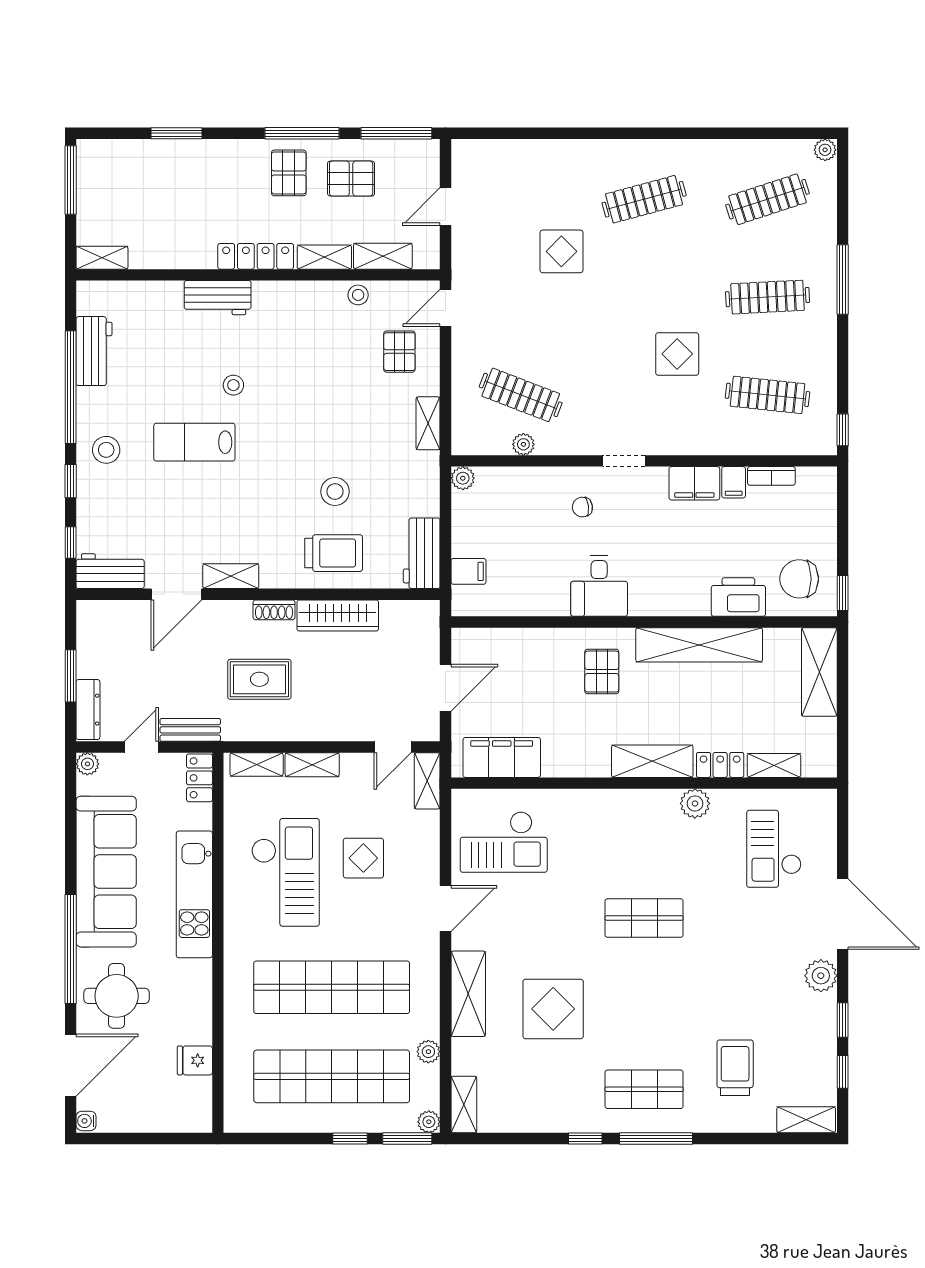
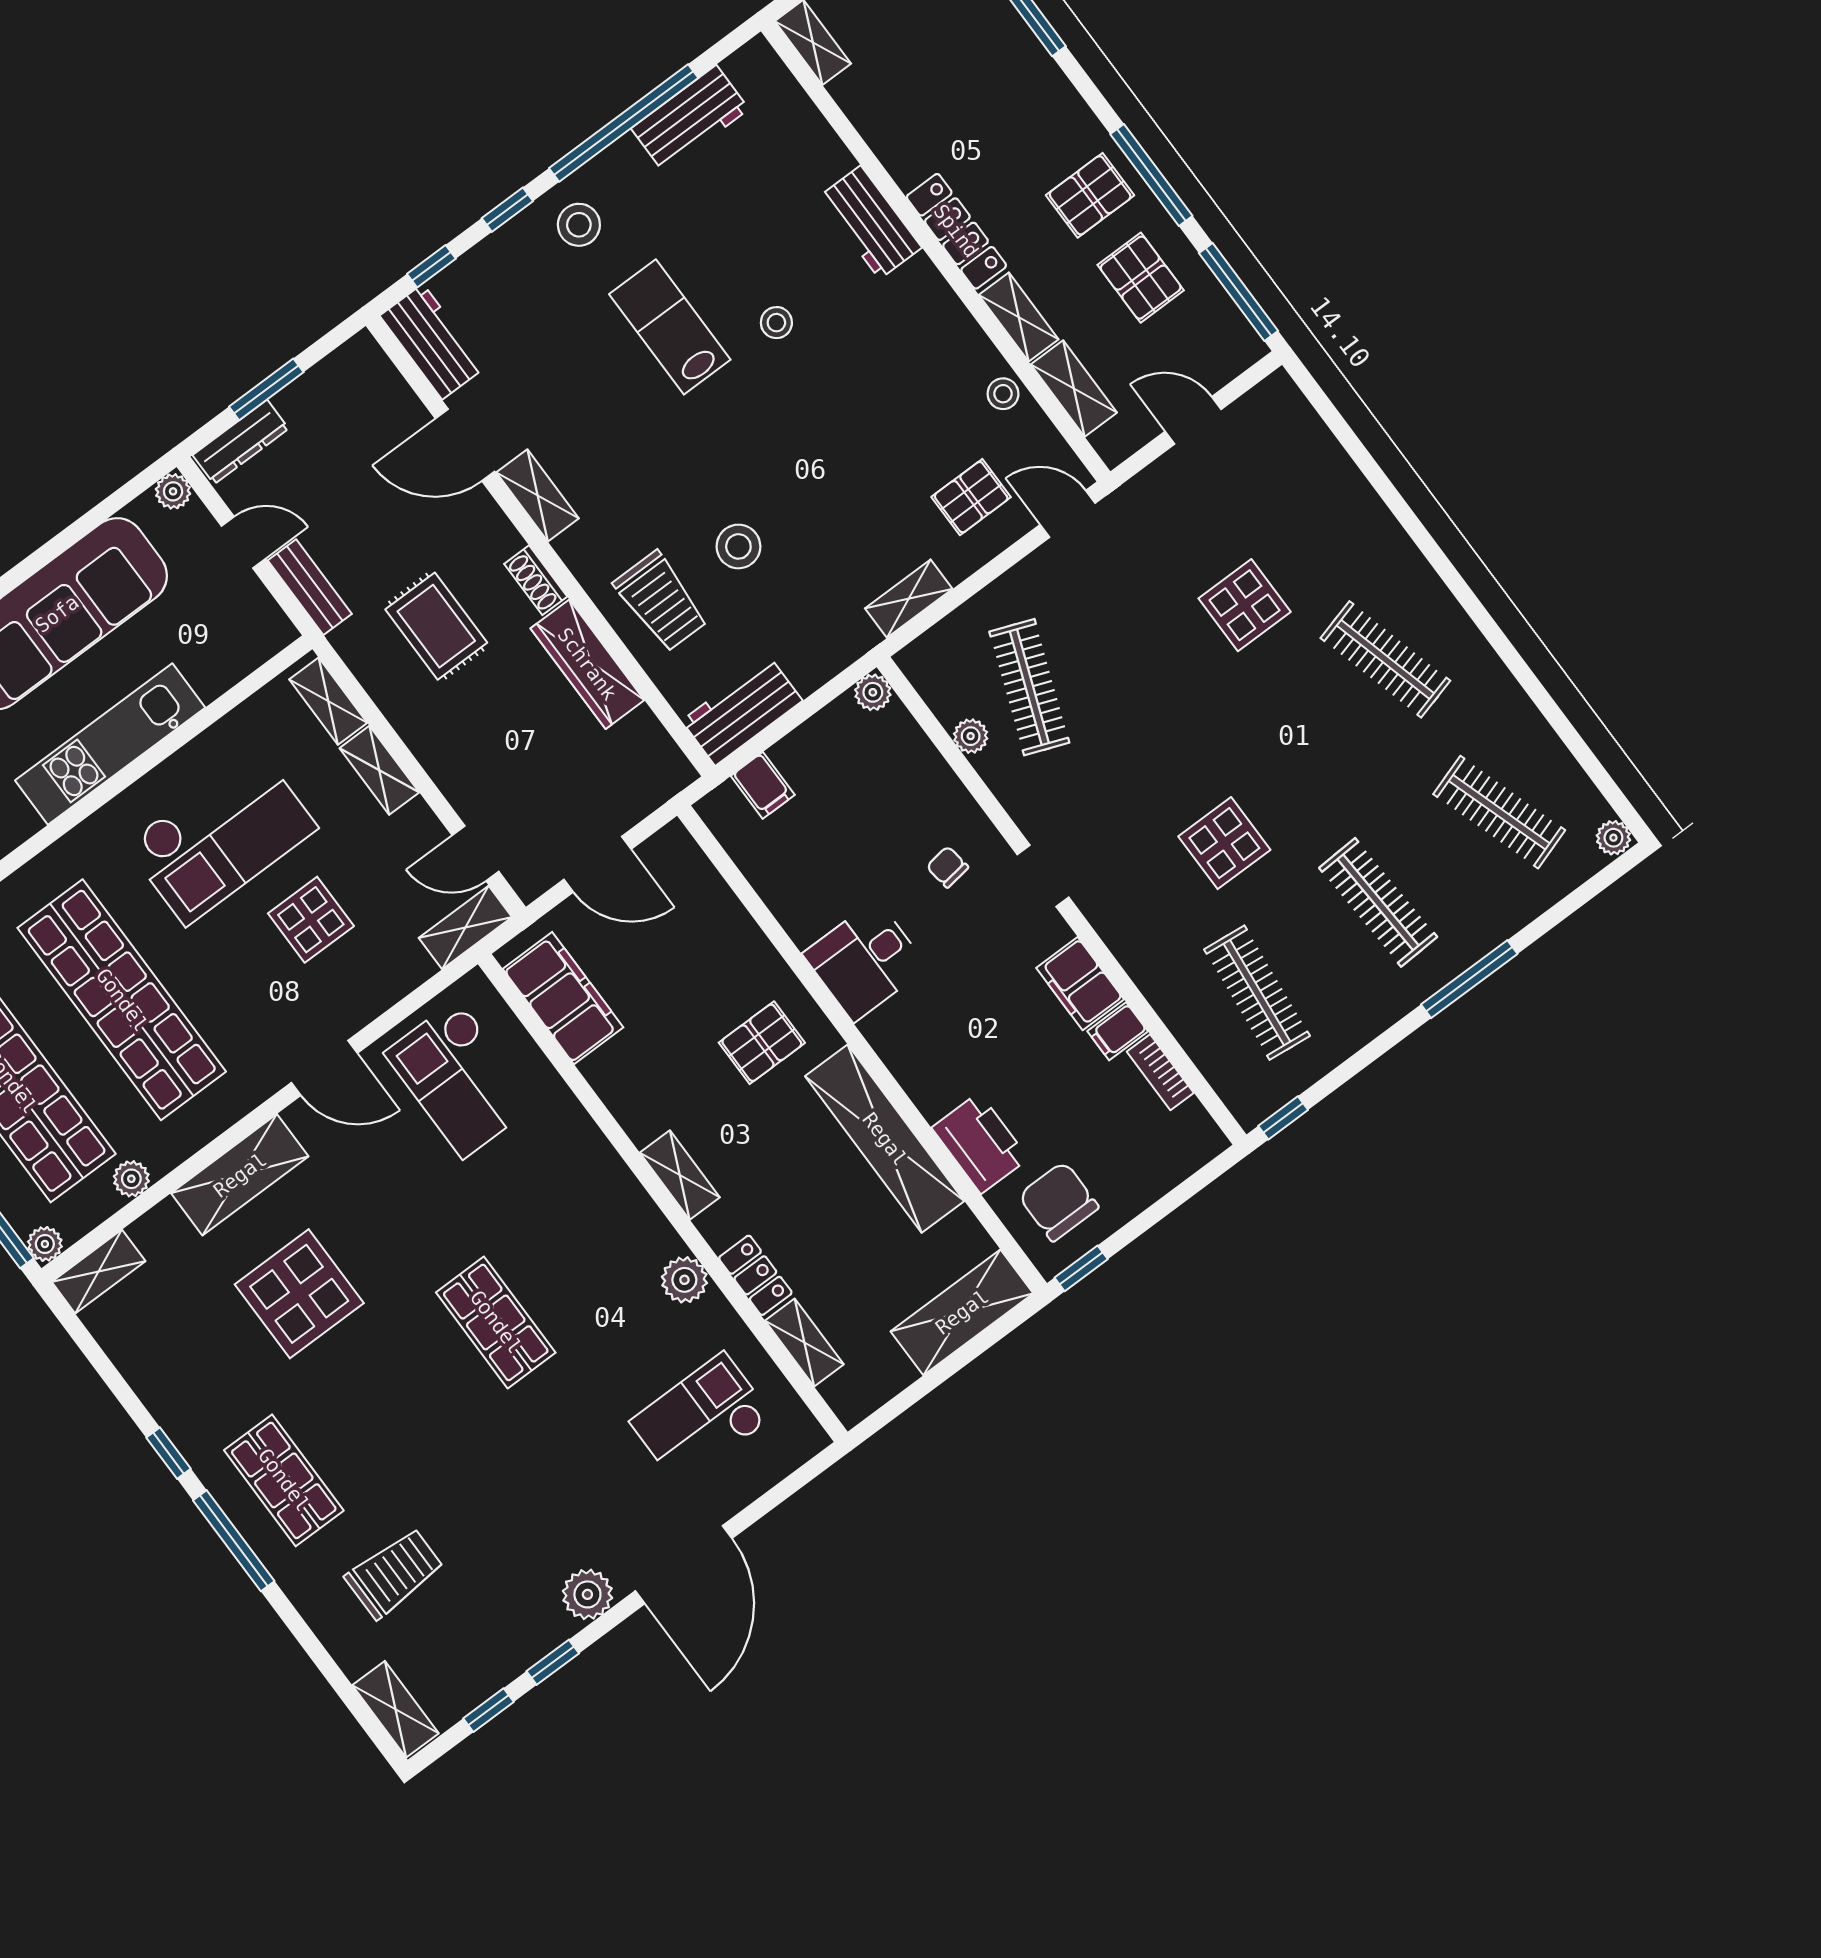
shelving: (652, 761) -> (680, 1175), width x0.67, depth x0.75
locker: (199, 778) -> (259, 643), removed

